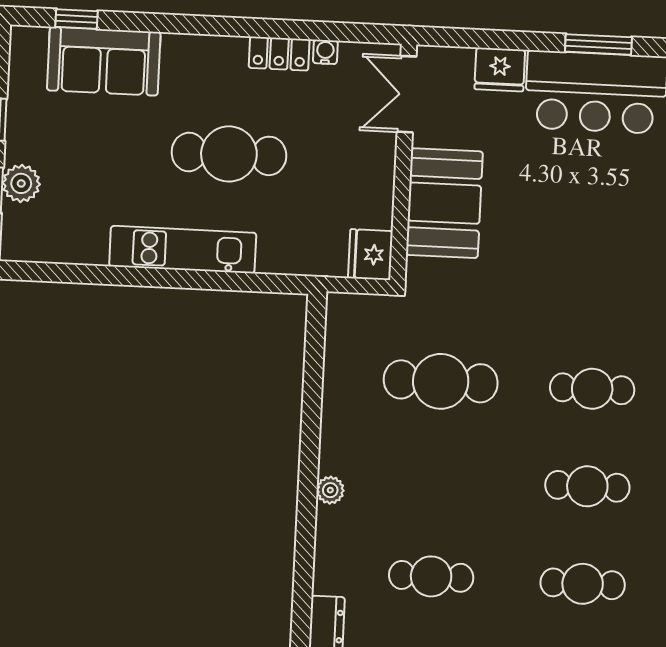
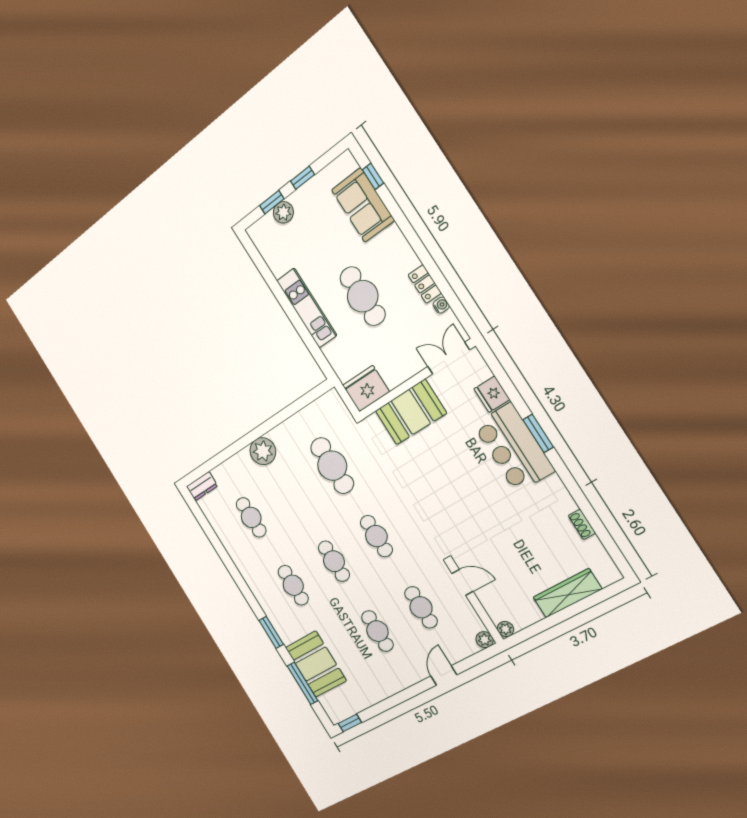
fridge: (370, 255) -> (366, 389), width x1.36, depth x1.34
plant: (330, 490) -> (263, 451), width x1.88, depth x1.88

